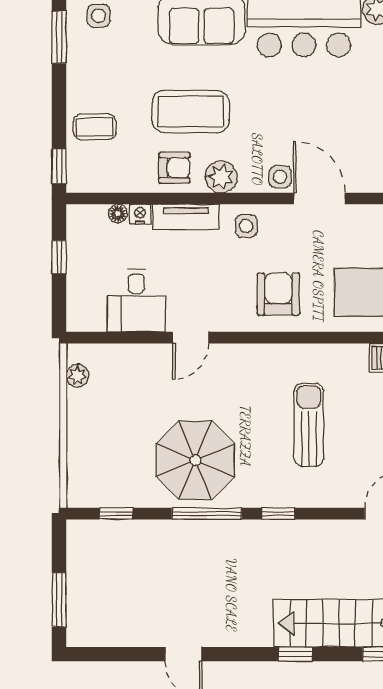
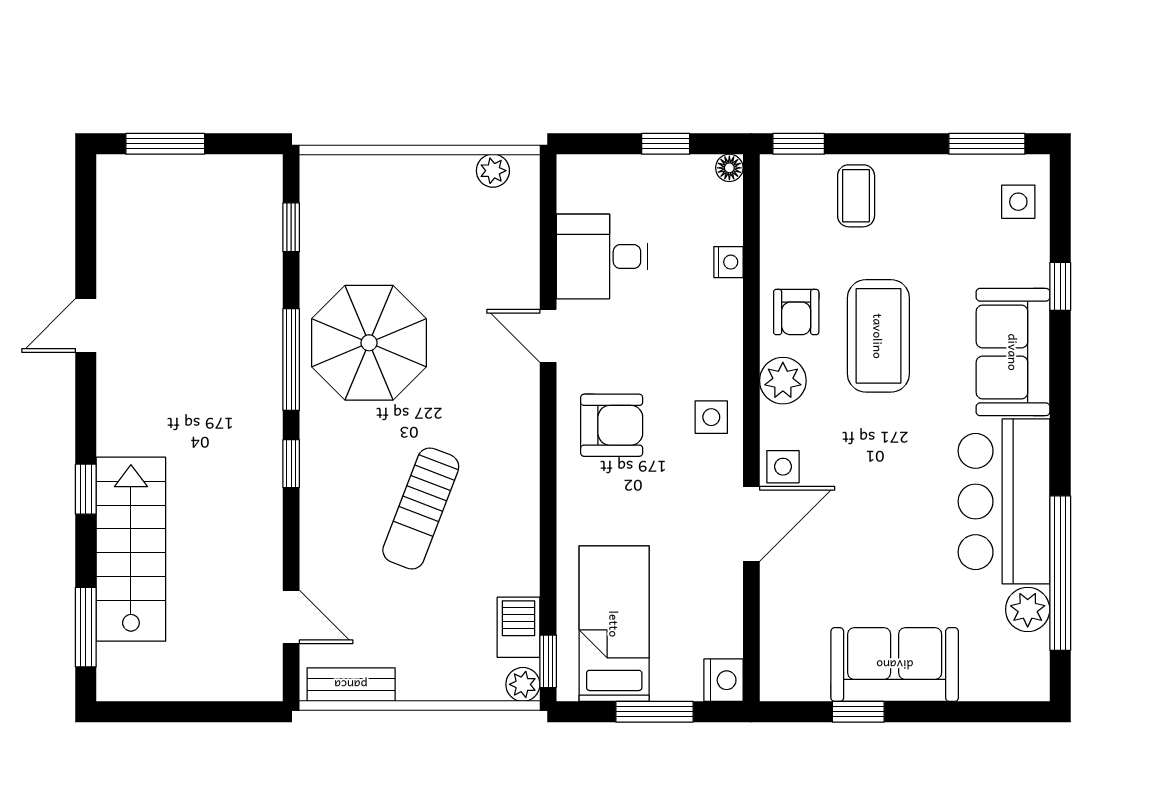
floor lamp: (118, 214) -> (729, 168), moved
tv unit: (186, 217) -> (725, 329), removed
armchair: (278, 294) -> (612, 425), moved
sun lounger: (309, 425) -> (421, 508), turned 111

